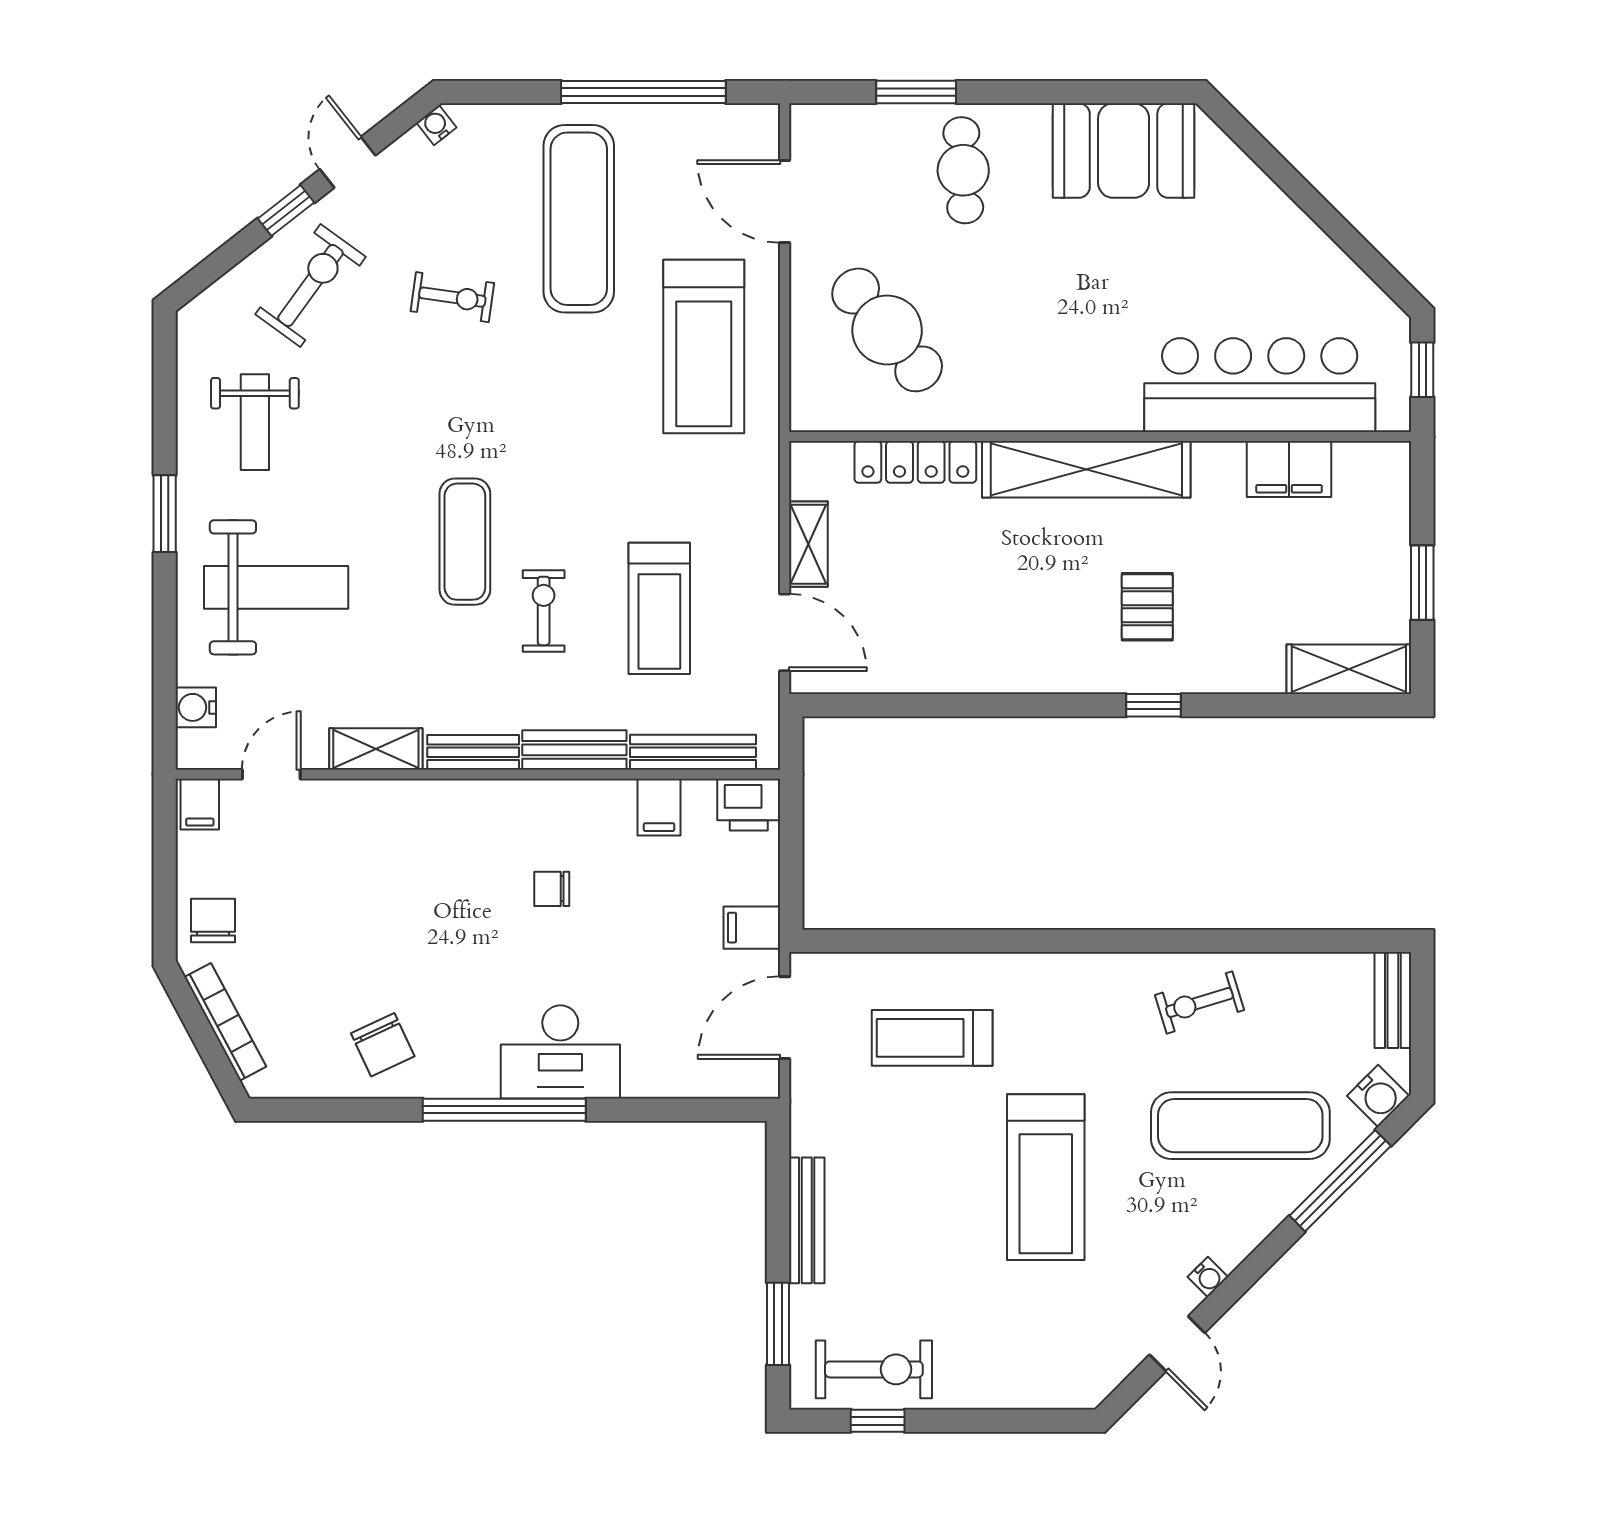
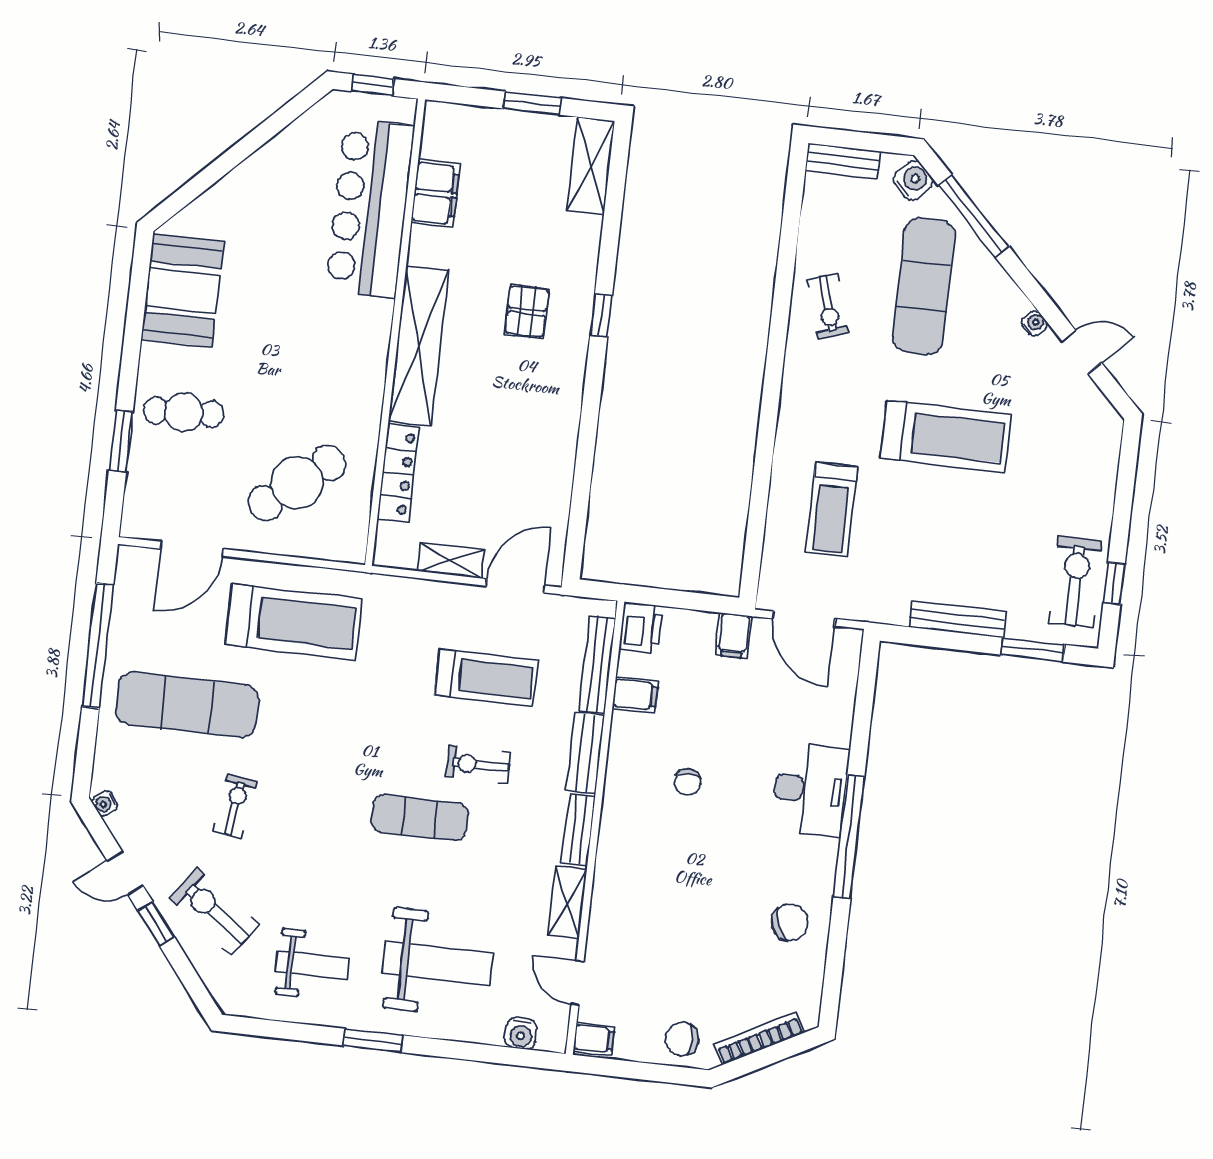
weight bench: (276, 587) -> (438, 963), turned 90
pallet: (1147, 607) -> (527, 312), turned 90

